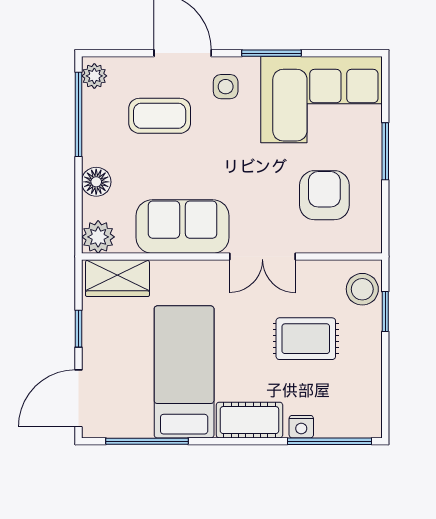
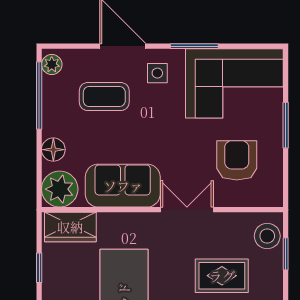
plant: (98, 237) -> (60, 189), width x1.36, depth x1.36
double door: (262, 257) -> (187, 210), swing flipped

